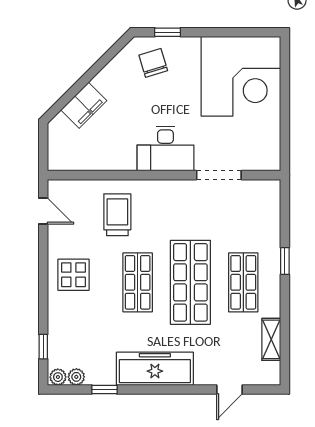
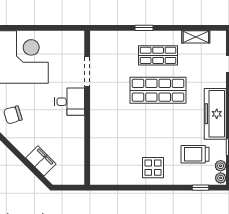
desk: (165, 149) -> (70, 102), width x0.73
door: (43, 211) -> (111, 188), removed
trolley: (117, 215) -> (195, 154), moved
shop shelf: (138, 282) -> (158, 125), removed

